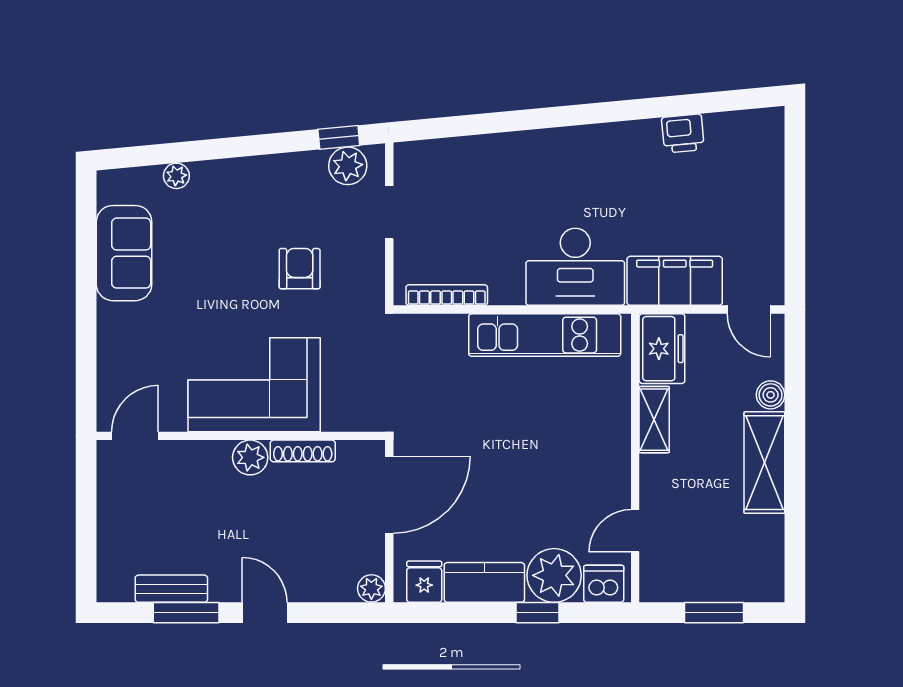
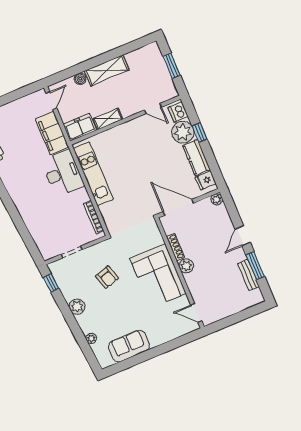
plant: (348, 166) -> (77, 307), moved
armchair: (300, 269) -> (107, 277), turned -107

